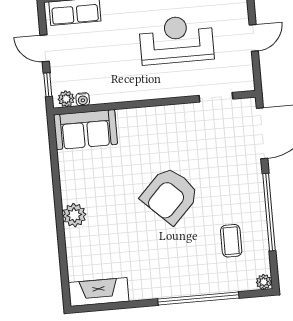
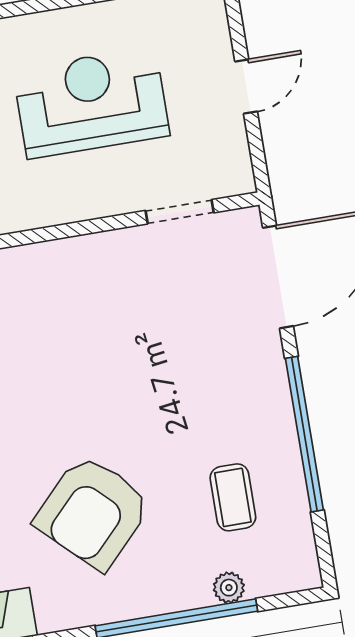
armchair: (170, 195) -> (93, 512), moved
plant: (264, 282) -> (229, 588), moved

